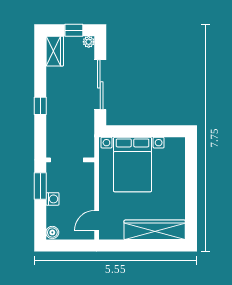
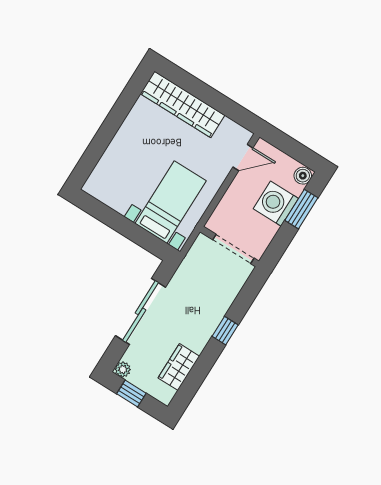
wardrobe: (55, 51) -> (179, 367), moved
bed with nightstands: (133, 164) -> (171, 202), width x0.73
window: (40, 186) -> (301, 209), moved
washing machine: (52, 199) -> (276, 204), width x1.89, depth x1.89

